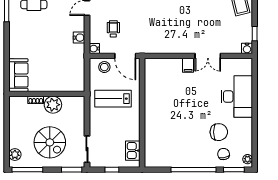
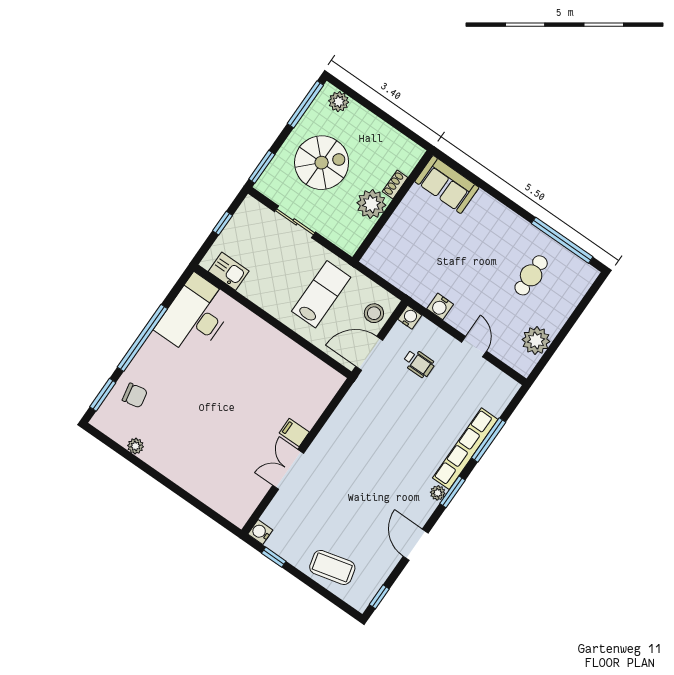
desk: (237, 96) -> (195, 316), moved, turned 90
chair: (219, 132) -> (170, 410), removed
spiral stairs: (50, 142) -> (322, 163), turned 180
sliding door: (87, 149) -> (295, 222), moved
plant: (248, 159) -> (136, 446), moved

